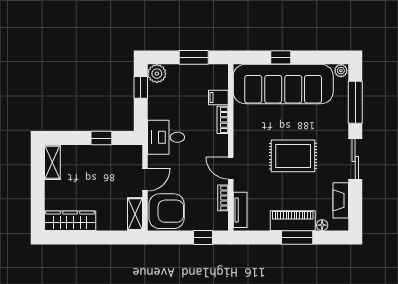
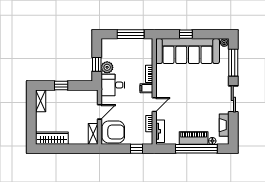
window: (194, 57) -> (131, 34), width x1.44
plant: (157, 74) -> (107, 67), moved
window: (141, 87) -> (97, 64), moved
filing cabinet: (218, 97) -> (146, 88), moved
window: (101, 138) -> (61, 85), moved
rug: (293, 156) -> (194, 97), removed
door: (231, 168) -> (154, 105), swing flipped
window: (297, 238) -> (196, 149), width x2.11

